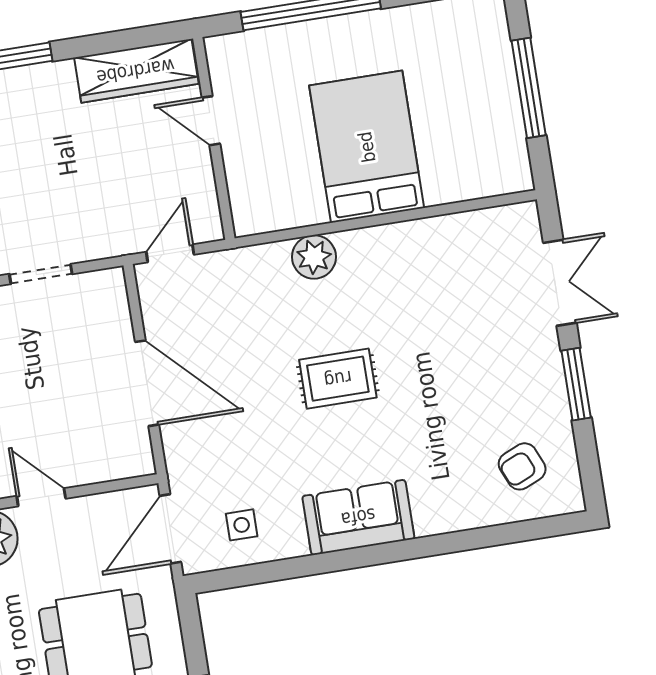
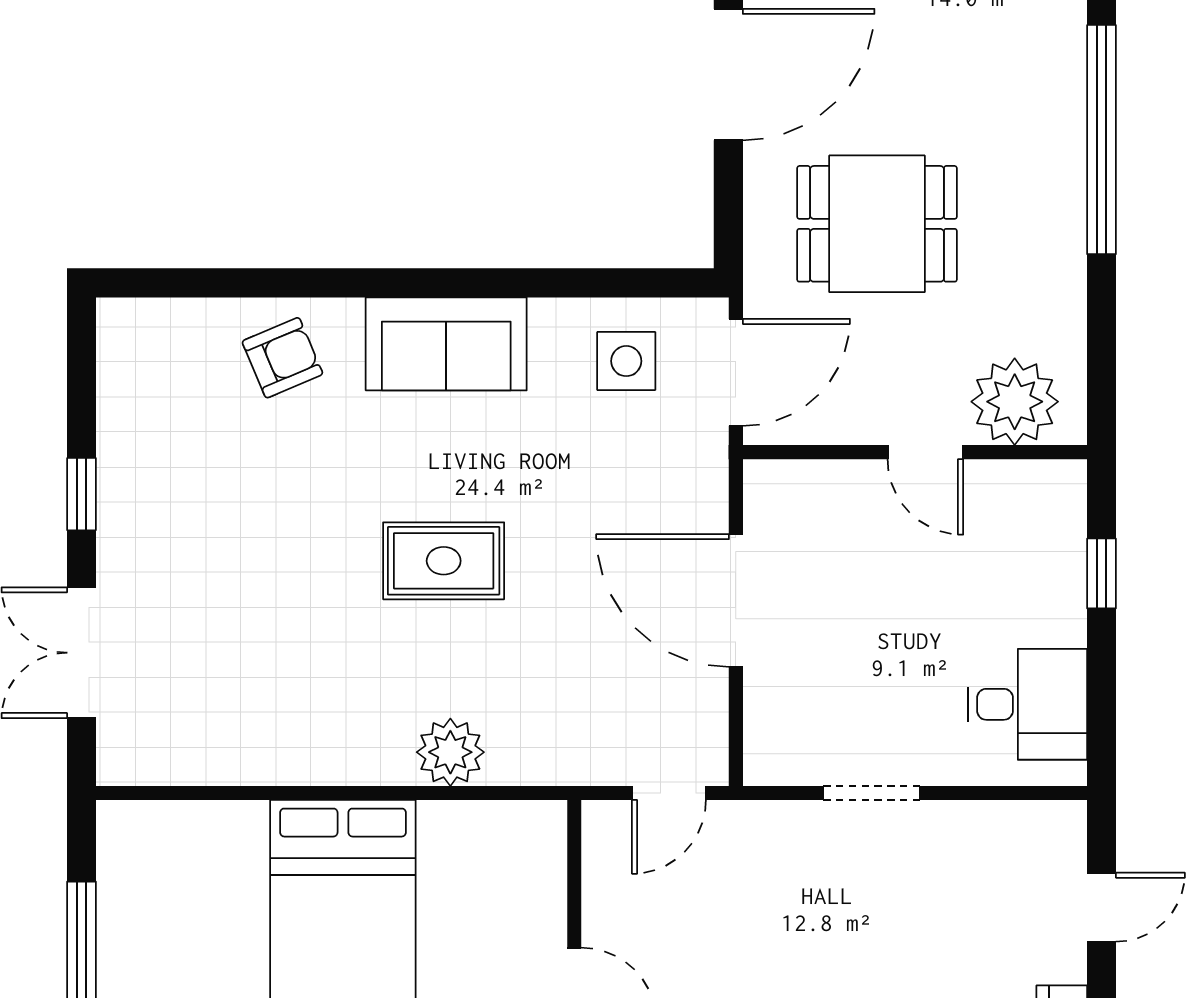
window: (576, 384) -> (82, 494), width x0.67
armchair: (522, 466) -> (282, 358), moved
side table: (242, 525) -> (626, 361), width x1.37, depth x1.37

